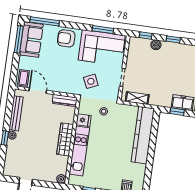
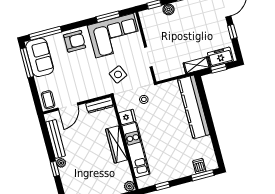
armchair: (66, 38) -> (75, 41), turned 180
door: (38, 91) -> (68, 107), swing flipped
shelving: (137, 98) -> (197, 65), moved

